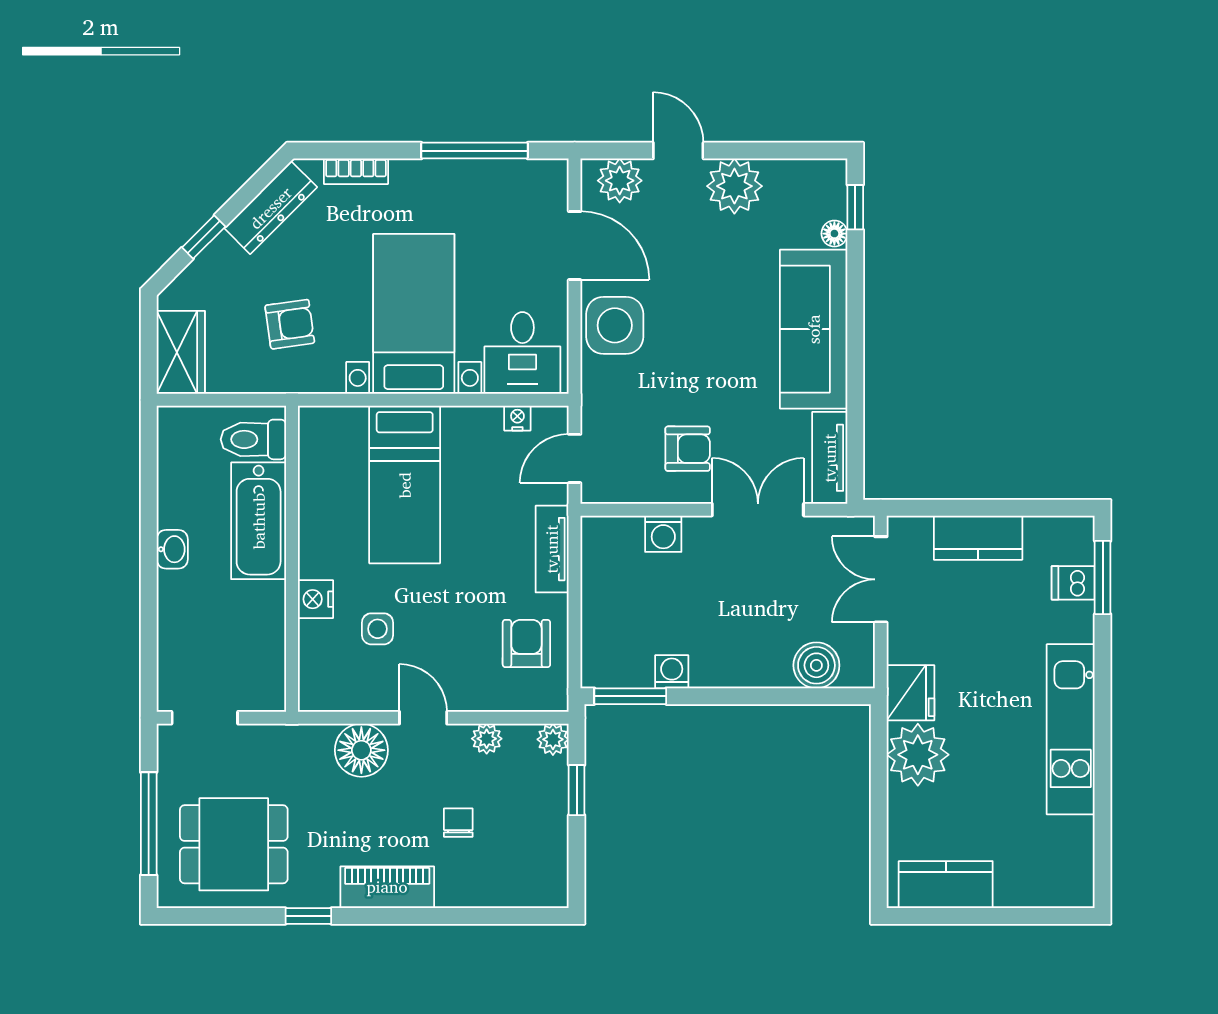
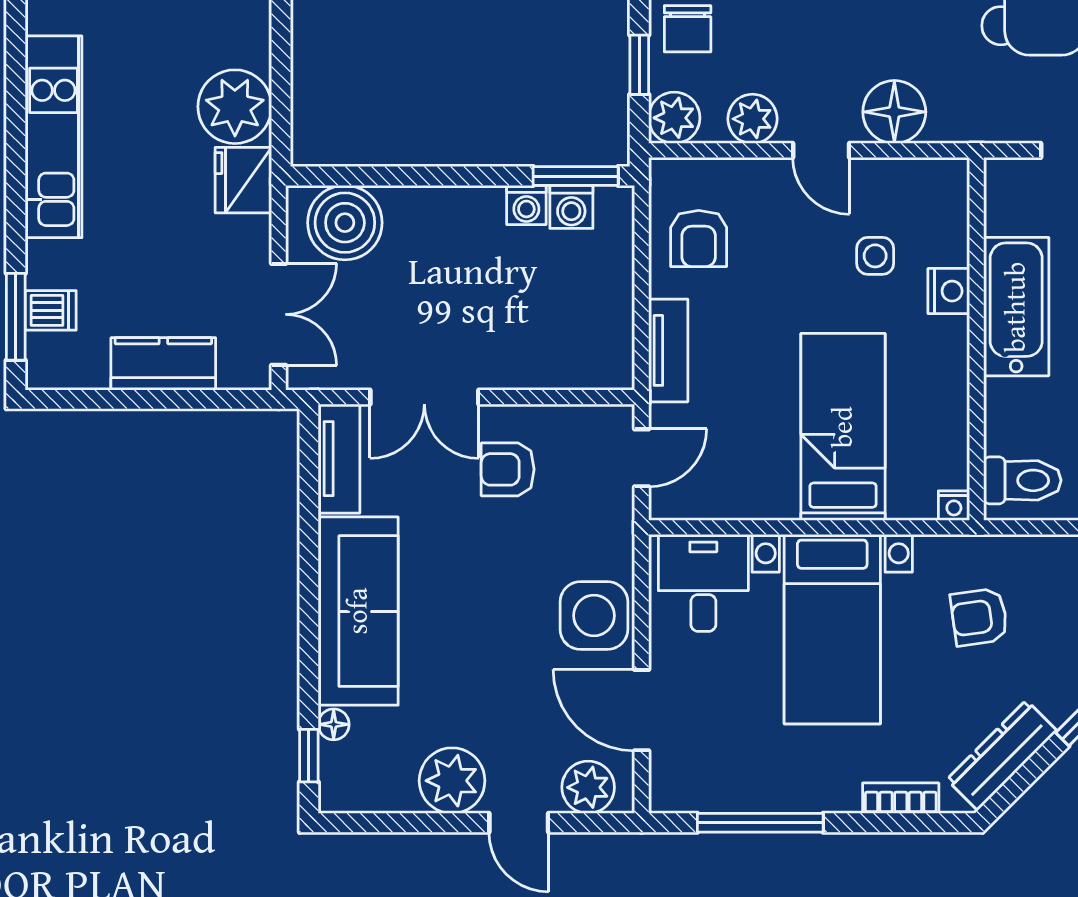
nightstand: (517, 418) -> (954, 506), moved
bathtub: (259, 521) -> (1016, 307), moved
washing machine: (663, 534) -> (571, 207), moved, turned 180
boiler: (816, 665) -> (345, 223), width x1.37, depth x1.37
plant: (487, 739) -> (752, 119), width x1.38, depth x1.38
plant: (553, 739) -> (674, 118), width x1.38, depth x1.38
chair: (458, 823) -> (688, 29), moved, width x1.37, depth x1.37

